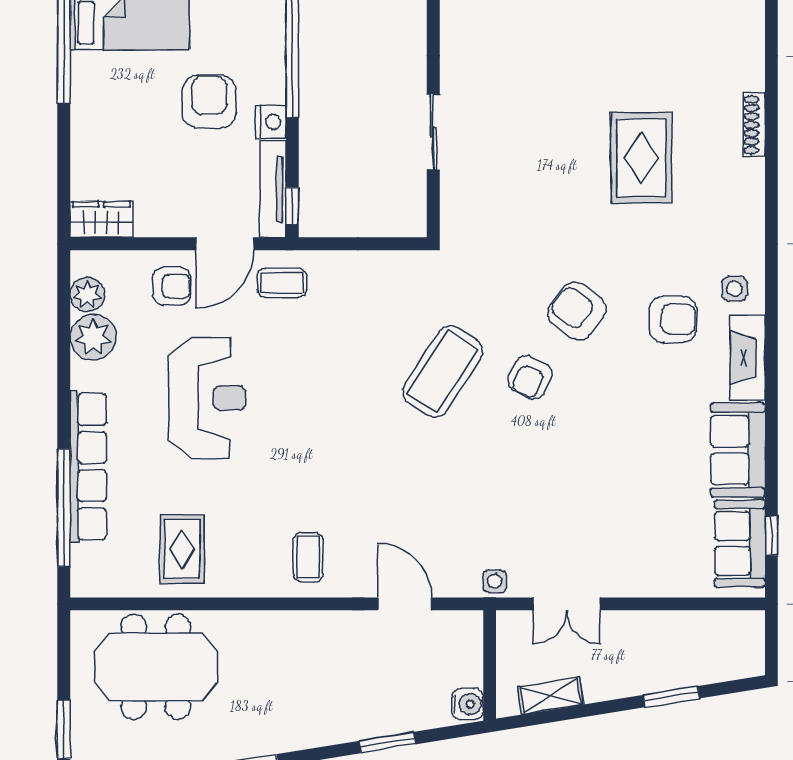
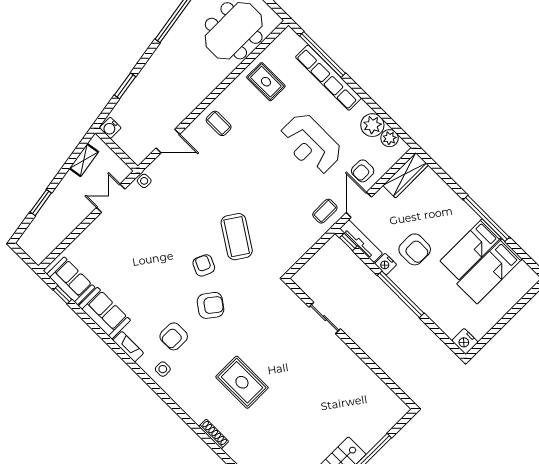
wardrobe: (101, 219) -> (406, 175), width x1.50
fireplace: (748, 358) -> (128, 347), width x0.73, depth x0.76

